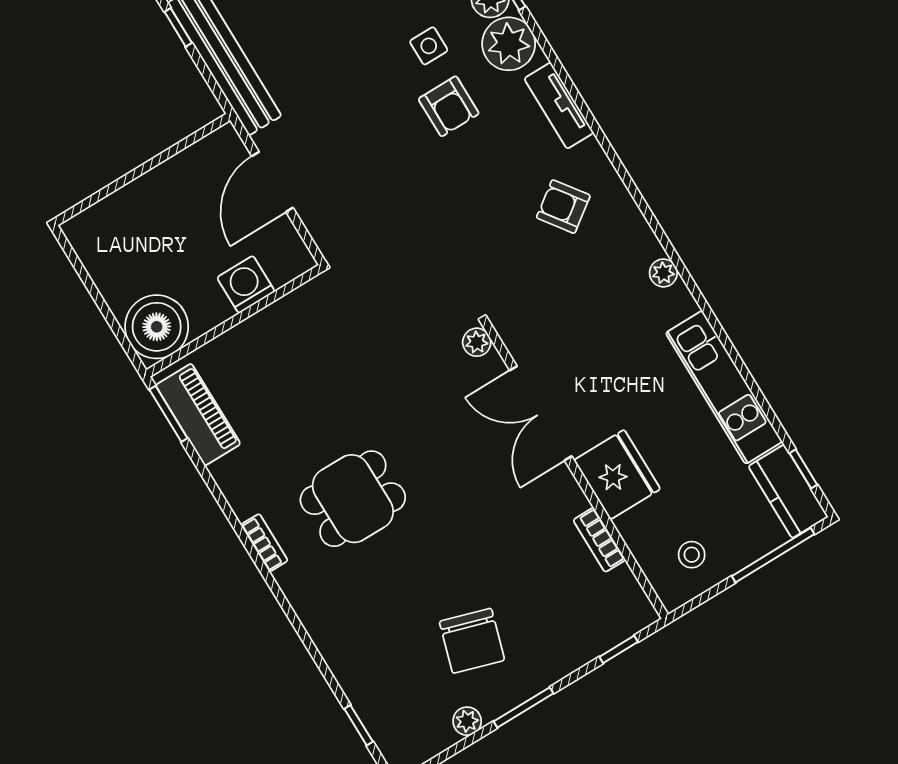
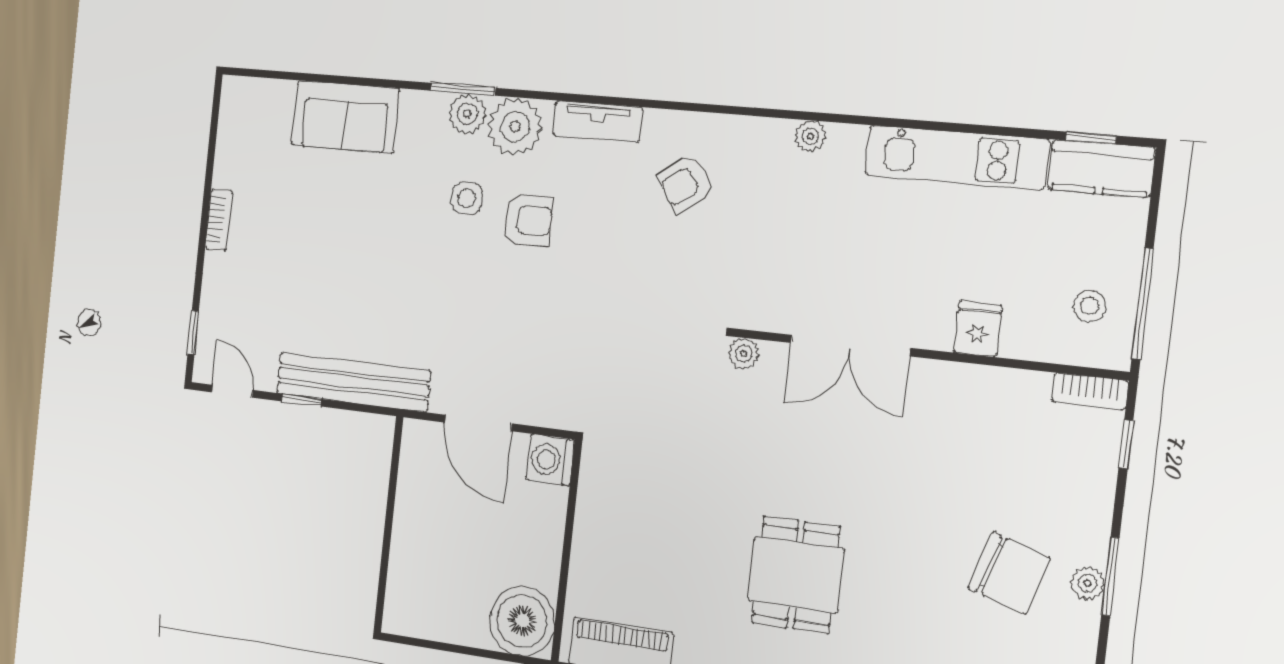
washing machine: (246, 285) -> (550, 460), moved
fridge: (617, 475) -> (978, 329), width x0.53, depth x0.75
bookcase: (599, 540) -> (1090, 391), moved
window: (773, 555) -> (1143, 304), moved
plant: (467, 721) -> (1088, 583), moved

